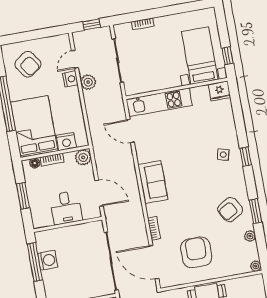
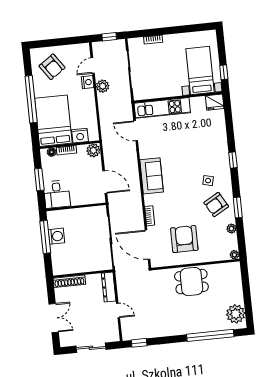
side table: (223, 155) -> (208, 181), moved
desk: (66, 208) -> (57, 194), moved

